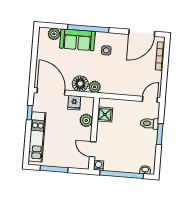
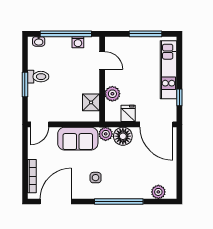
sofa: (77, 40) -> (78, 139), moved, turned 180
toilet: (149, 123) -> (38, 77), moved
washing machine: (98, 165) -> (78, 42), moved

